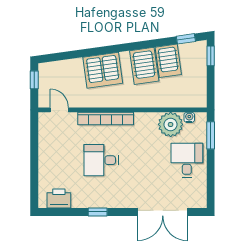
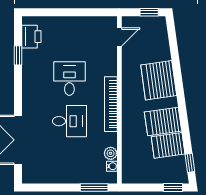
bookcase: (106, 118) -> (111, 104), moved
plant: (171, 124) -> (111, 153), width x0.53, depth x0.53
desk: (187, 160) -> (69, 121), moved
window: (98, 212) -> (18, 55), moved

